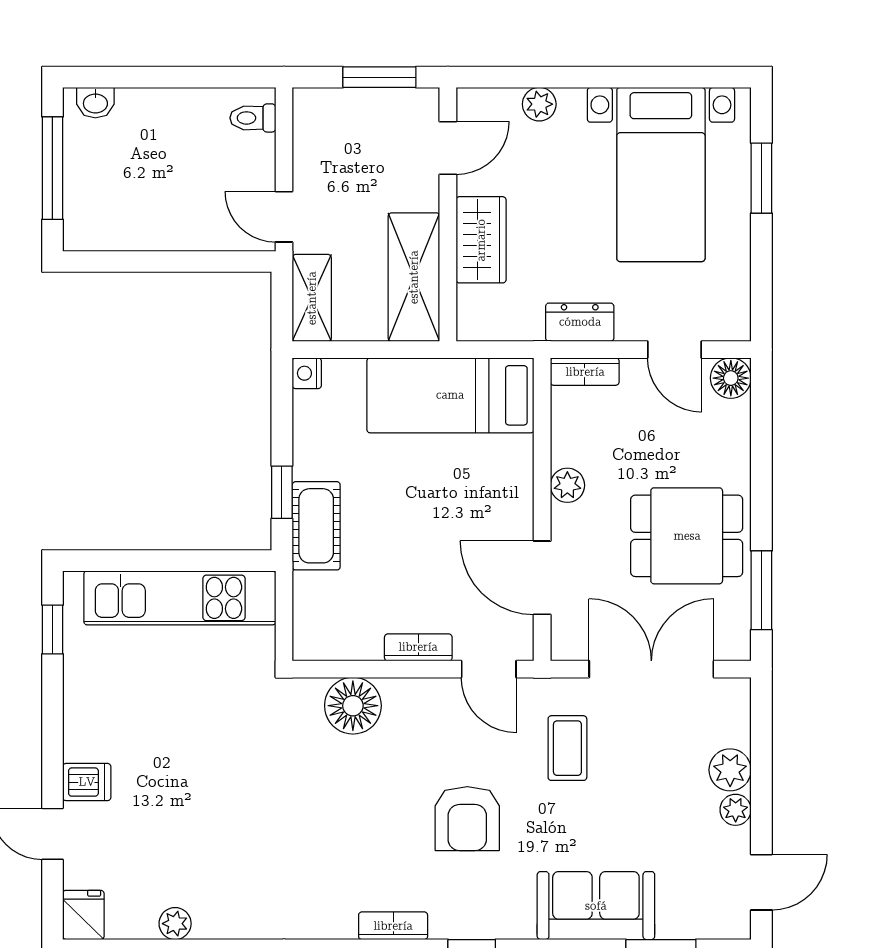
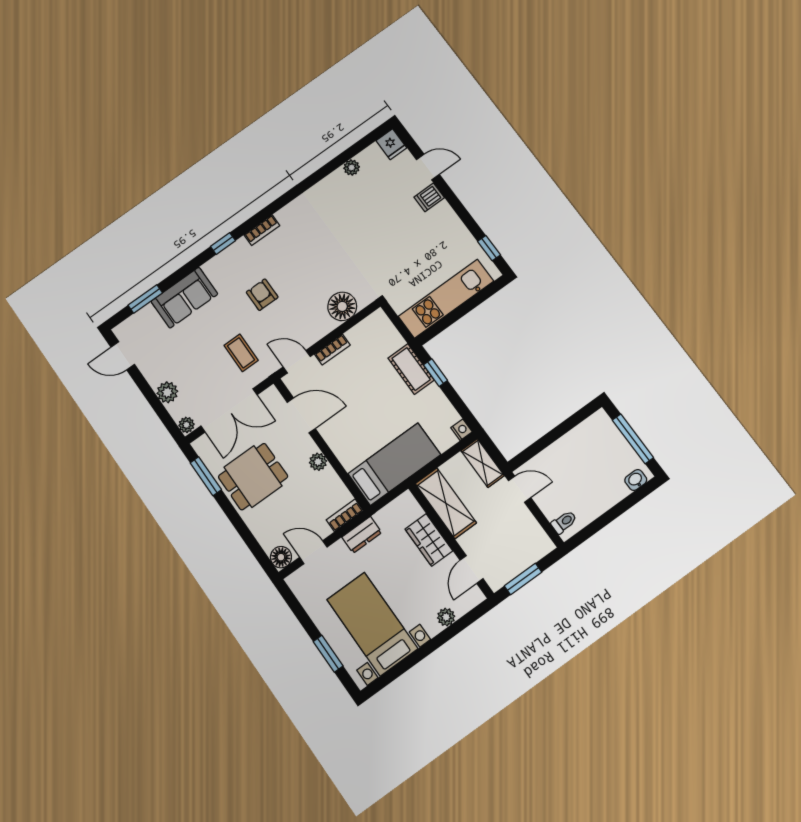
plant: (736, 810) -> (186, 425), moved
armchair: (467, 819) -> (262, 295), width x0.72, depth x0.72
door: (761, 882) -> (123, 356), hinge flipped

